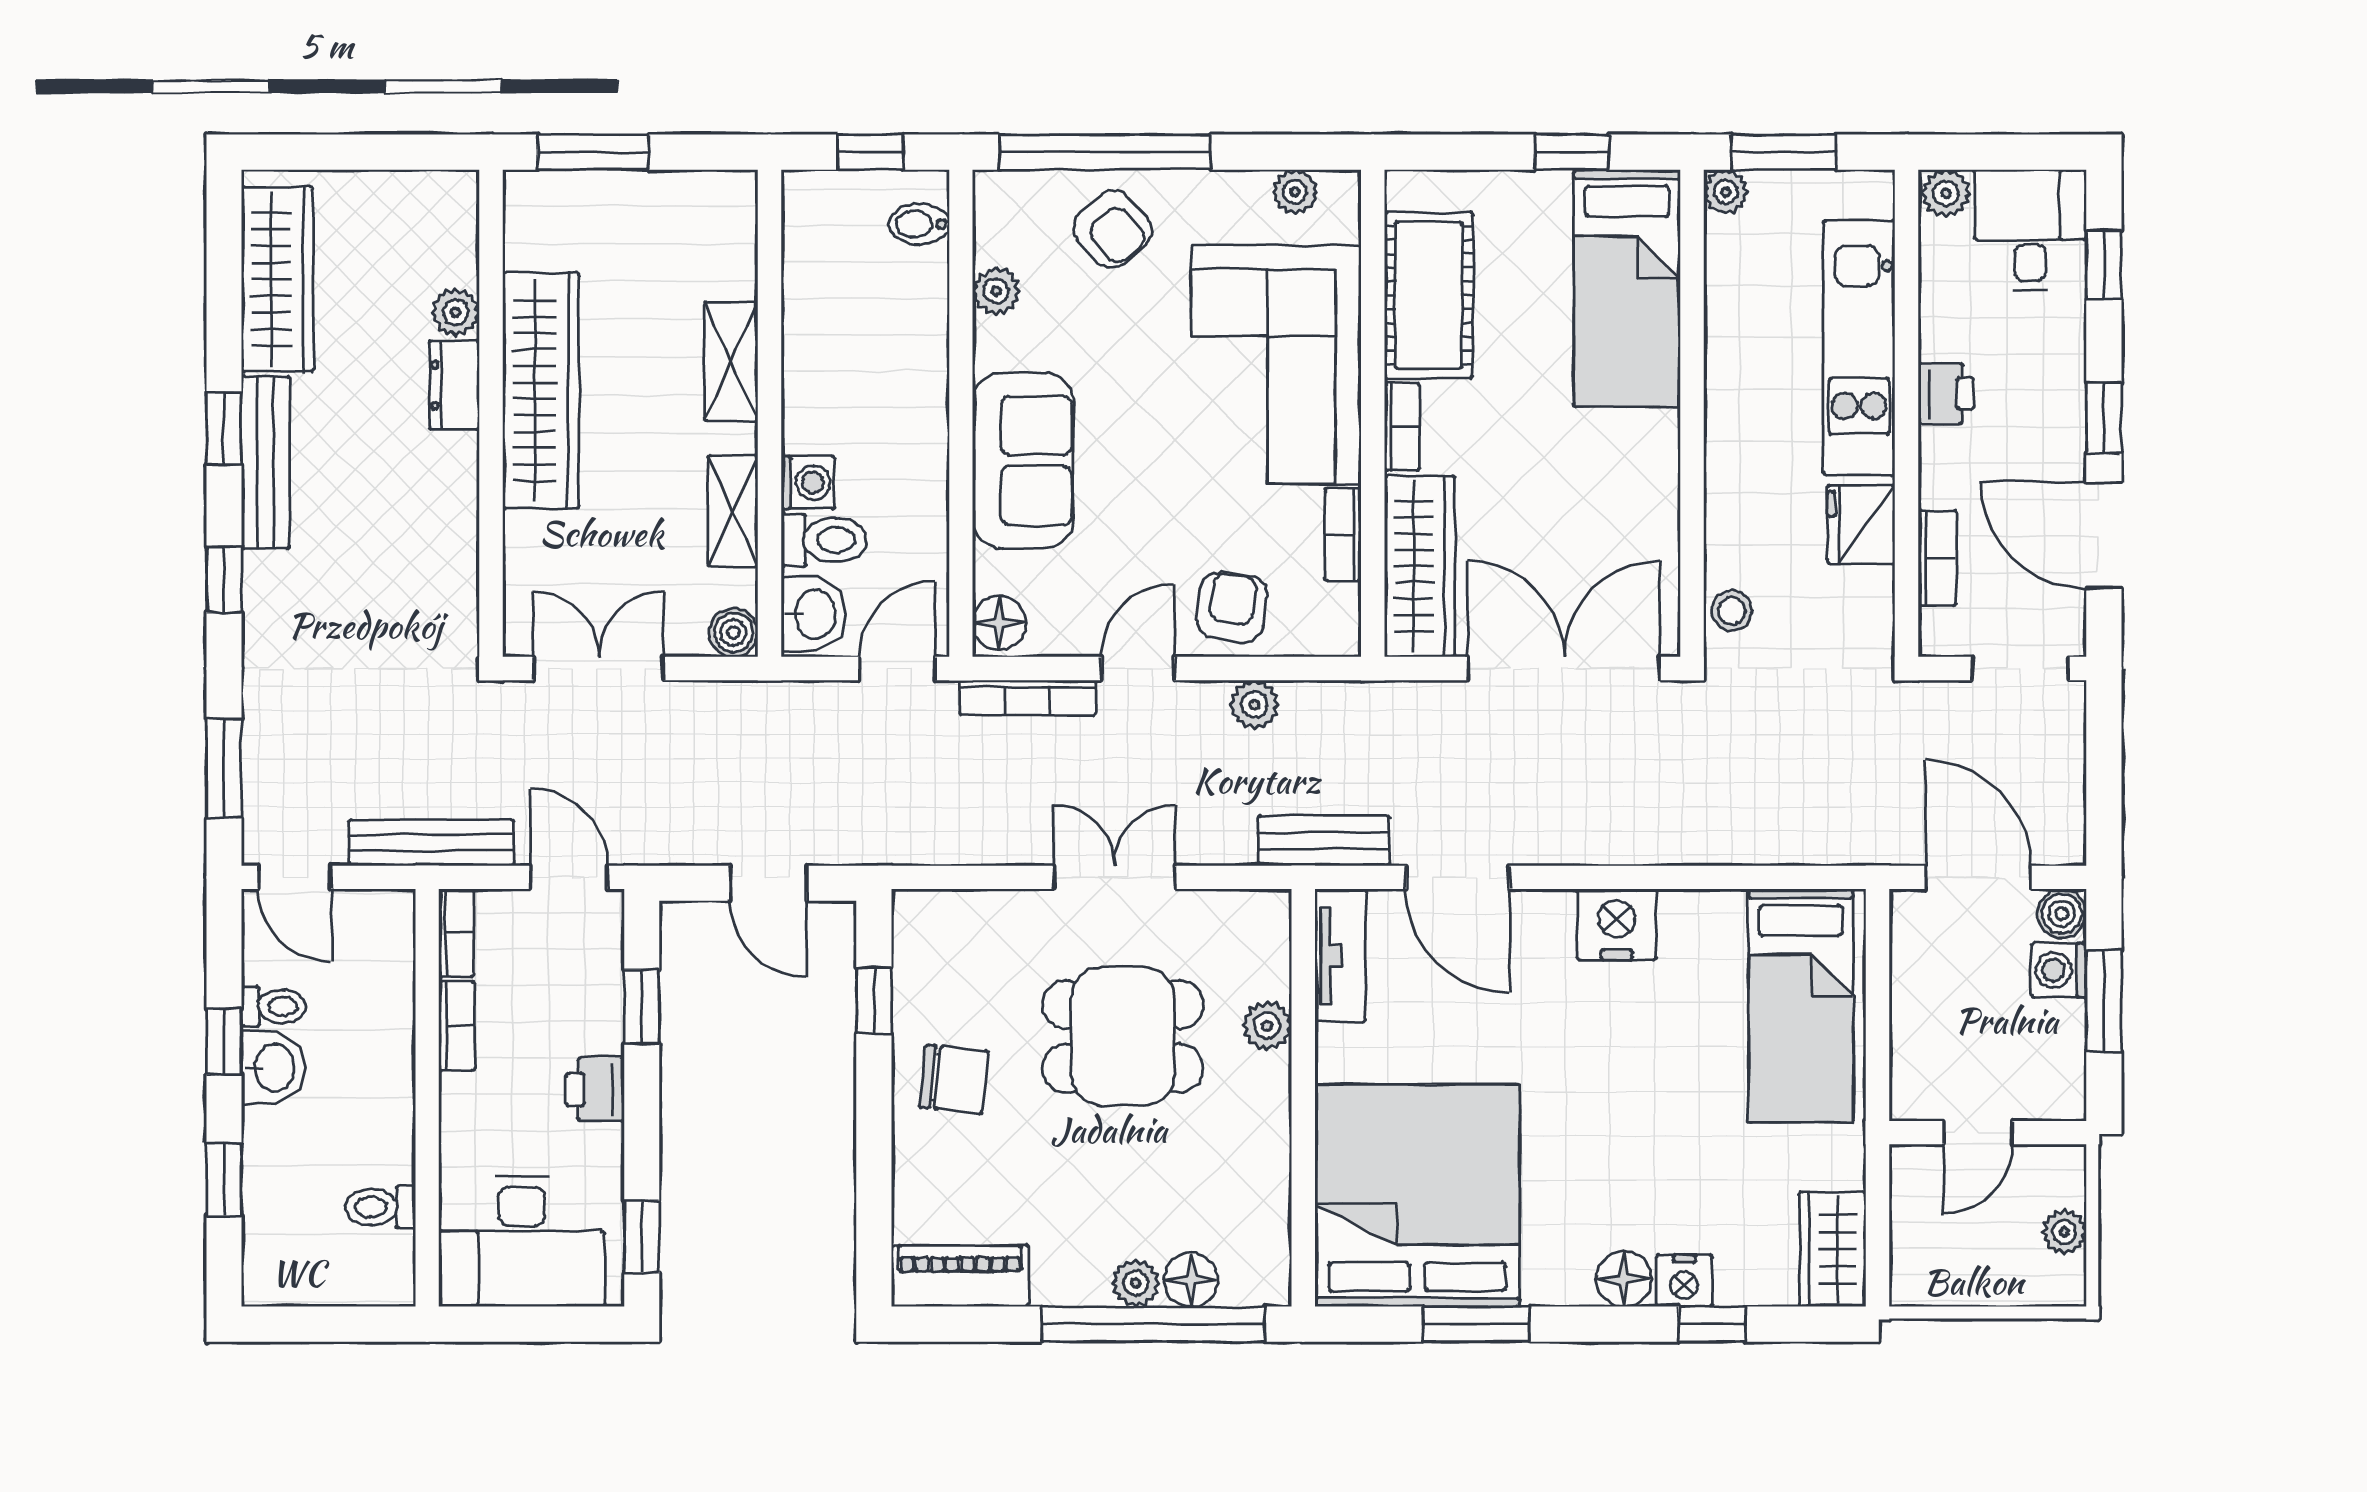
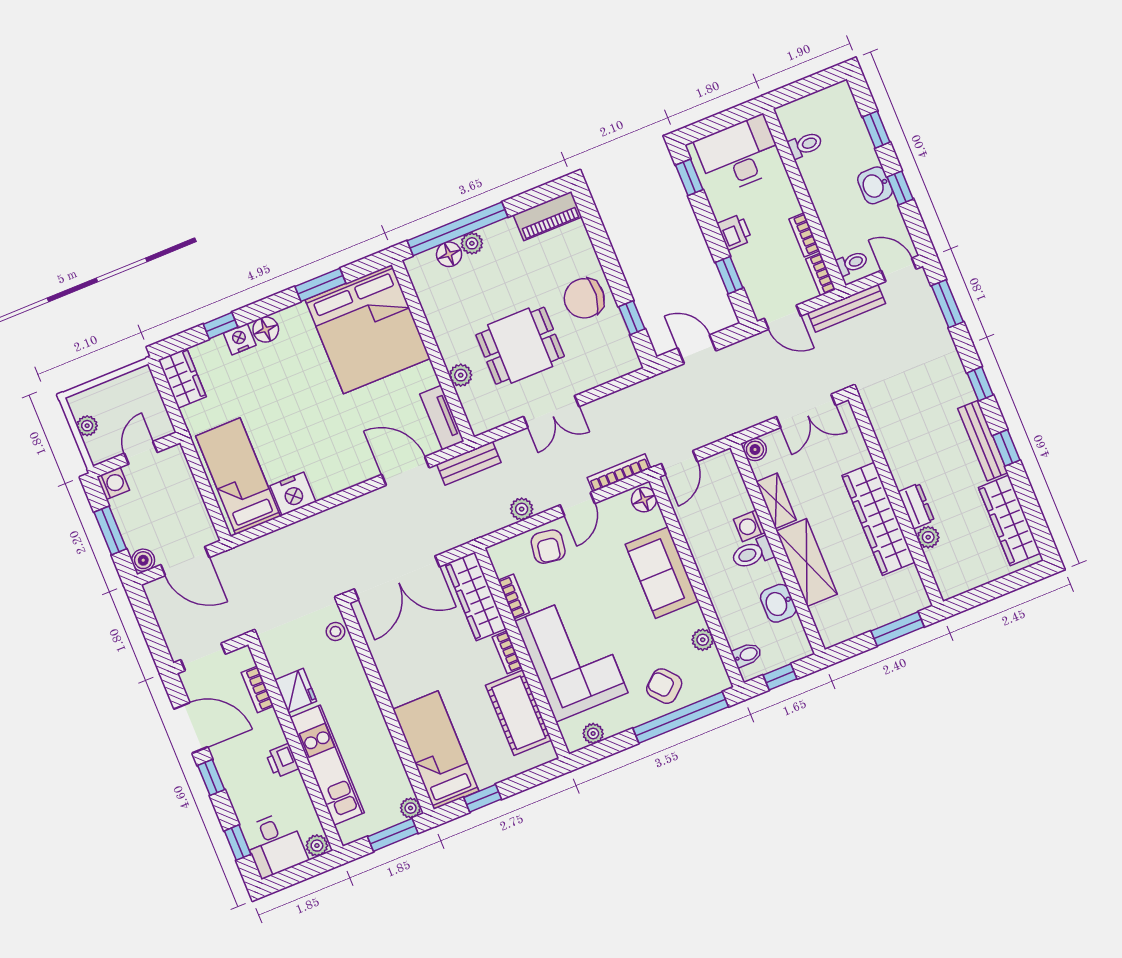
shelving: (731, 361) -> (807, 563), width x1.50, depth x1.33
toilet: (824, 540) -> (752, 553), moved
washbasin: (813, 614) -> (778, 603), moved
nightstand: (1617, 924) -> (293, 494), moved
washing machine: (2059, 970) -> (113, 483), moved
toilet: (274, 1006) -> (852, 263), moved, turned 180
chair: (954, 1079) -> (584, 298), width x1.37, depth x1.37

